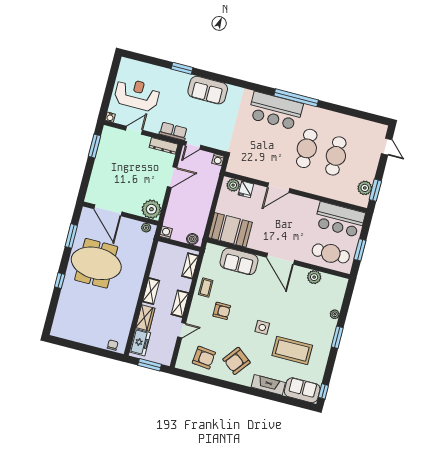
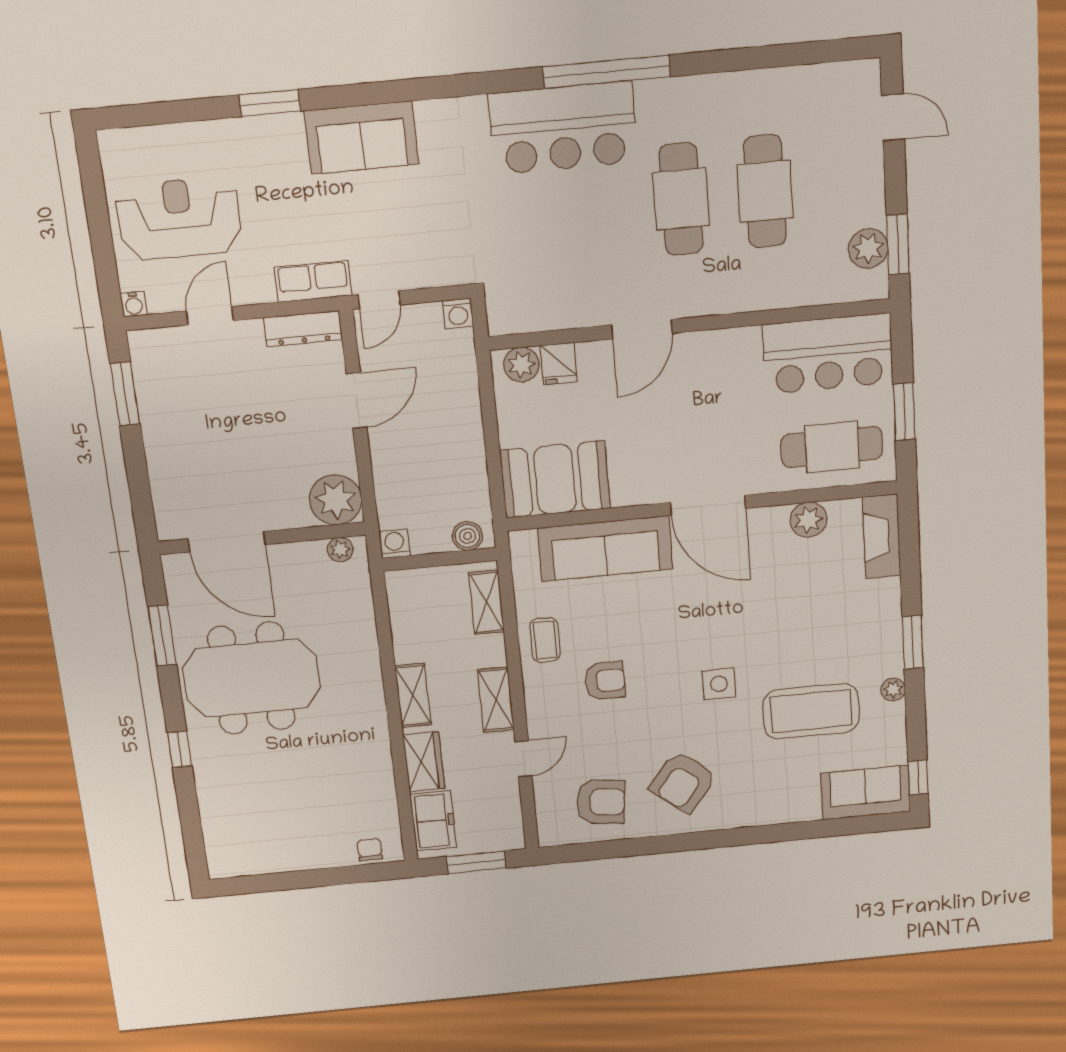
sofa: (239, 261) -> (605, 549), width x1.36
plant: (335, 314) -> (893, 690), moved
fireplace: (268, 385) -> (882, 536), moved, turned -90

